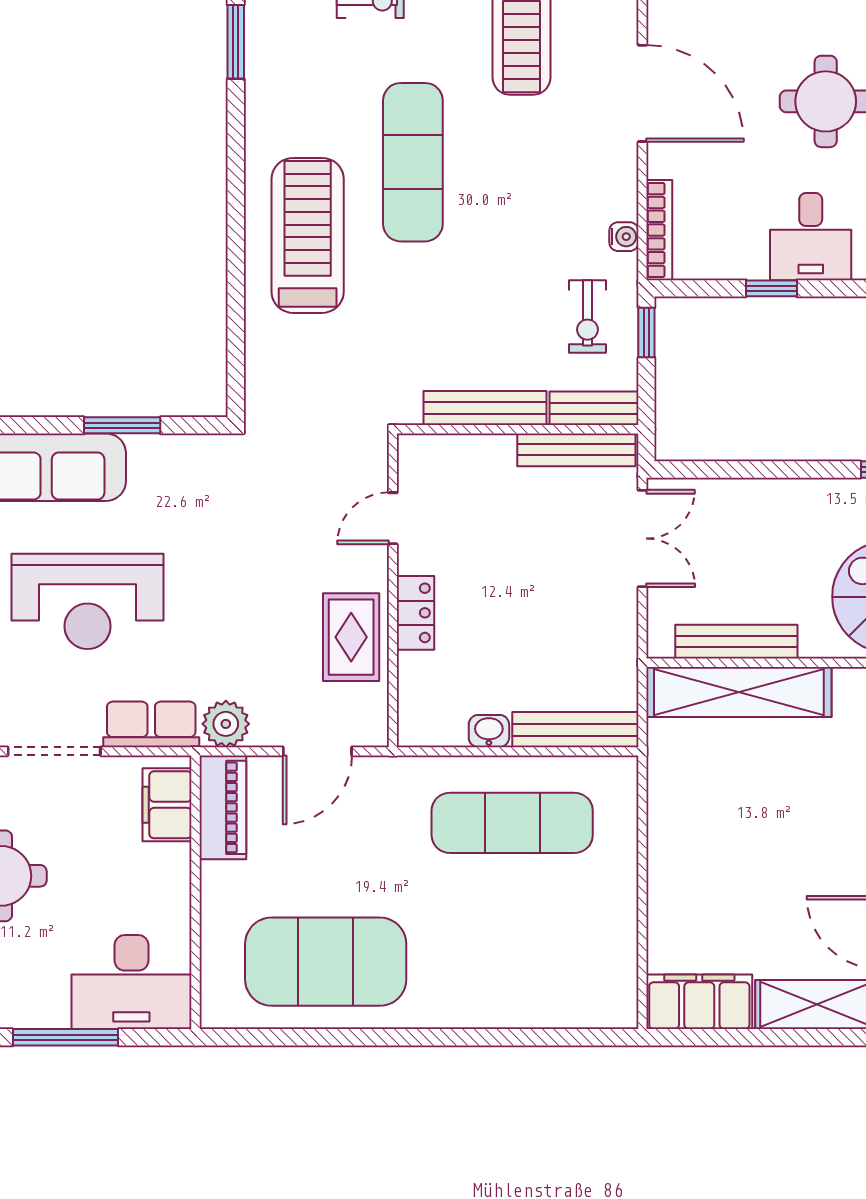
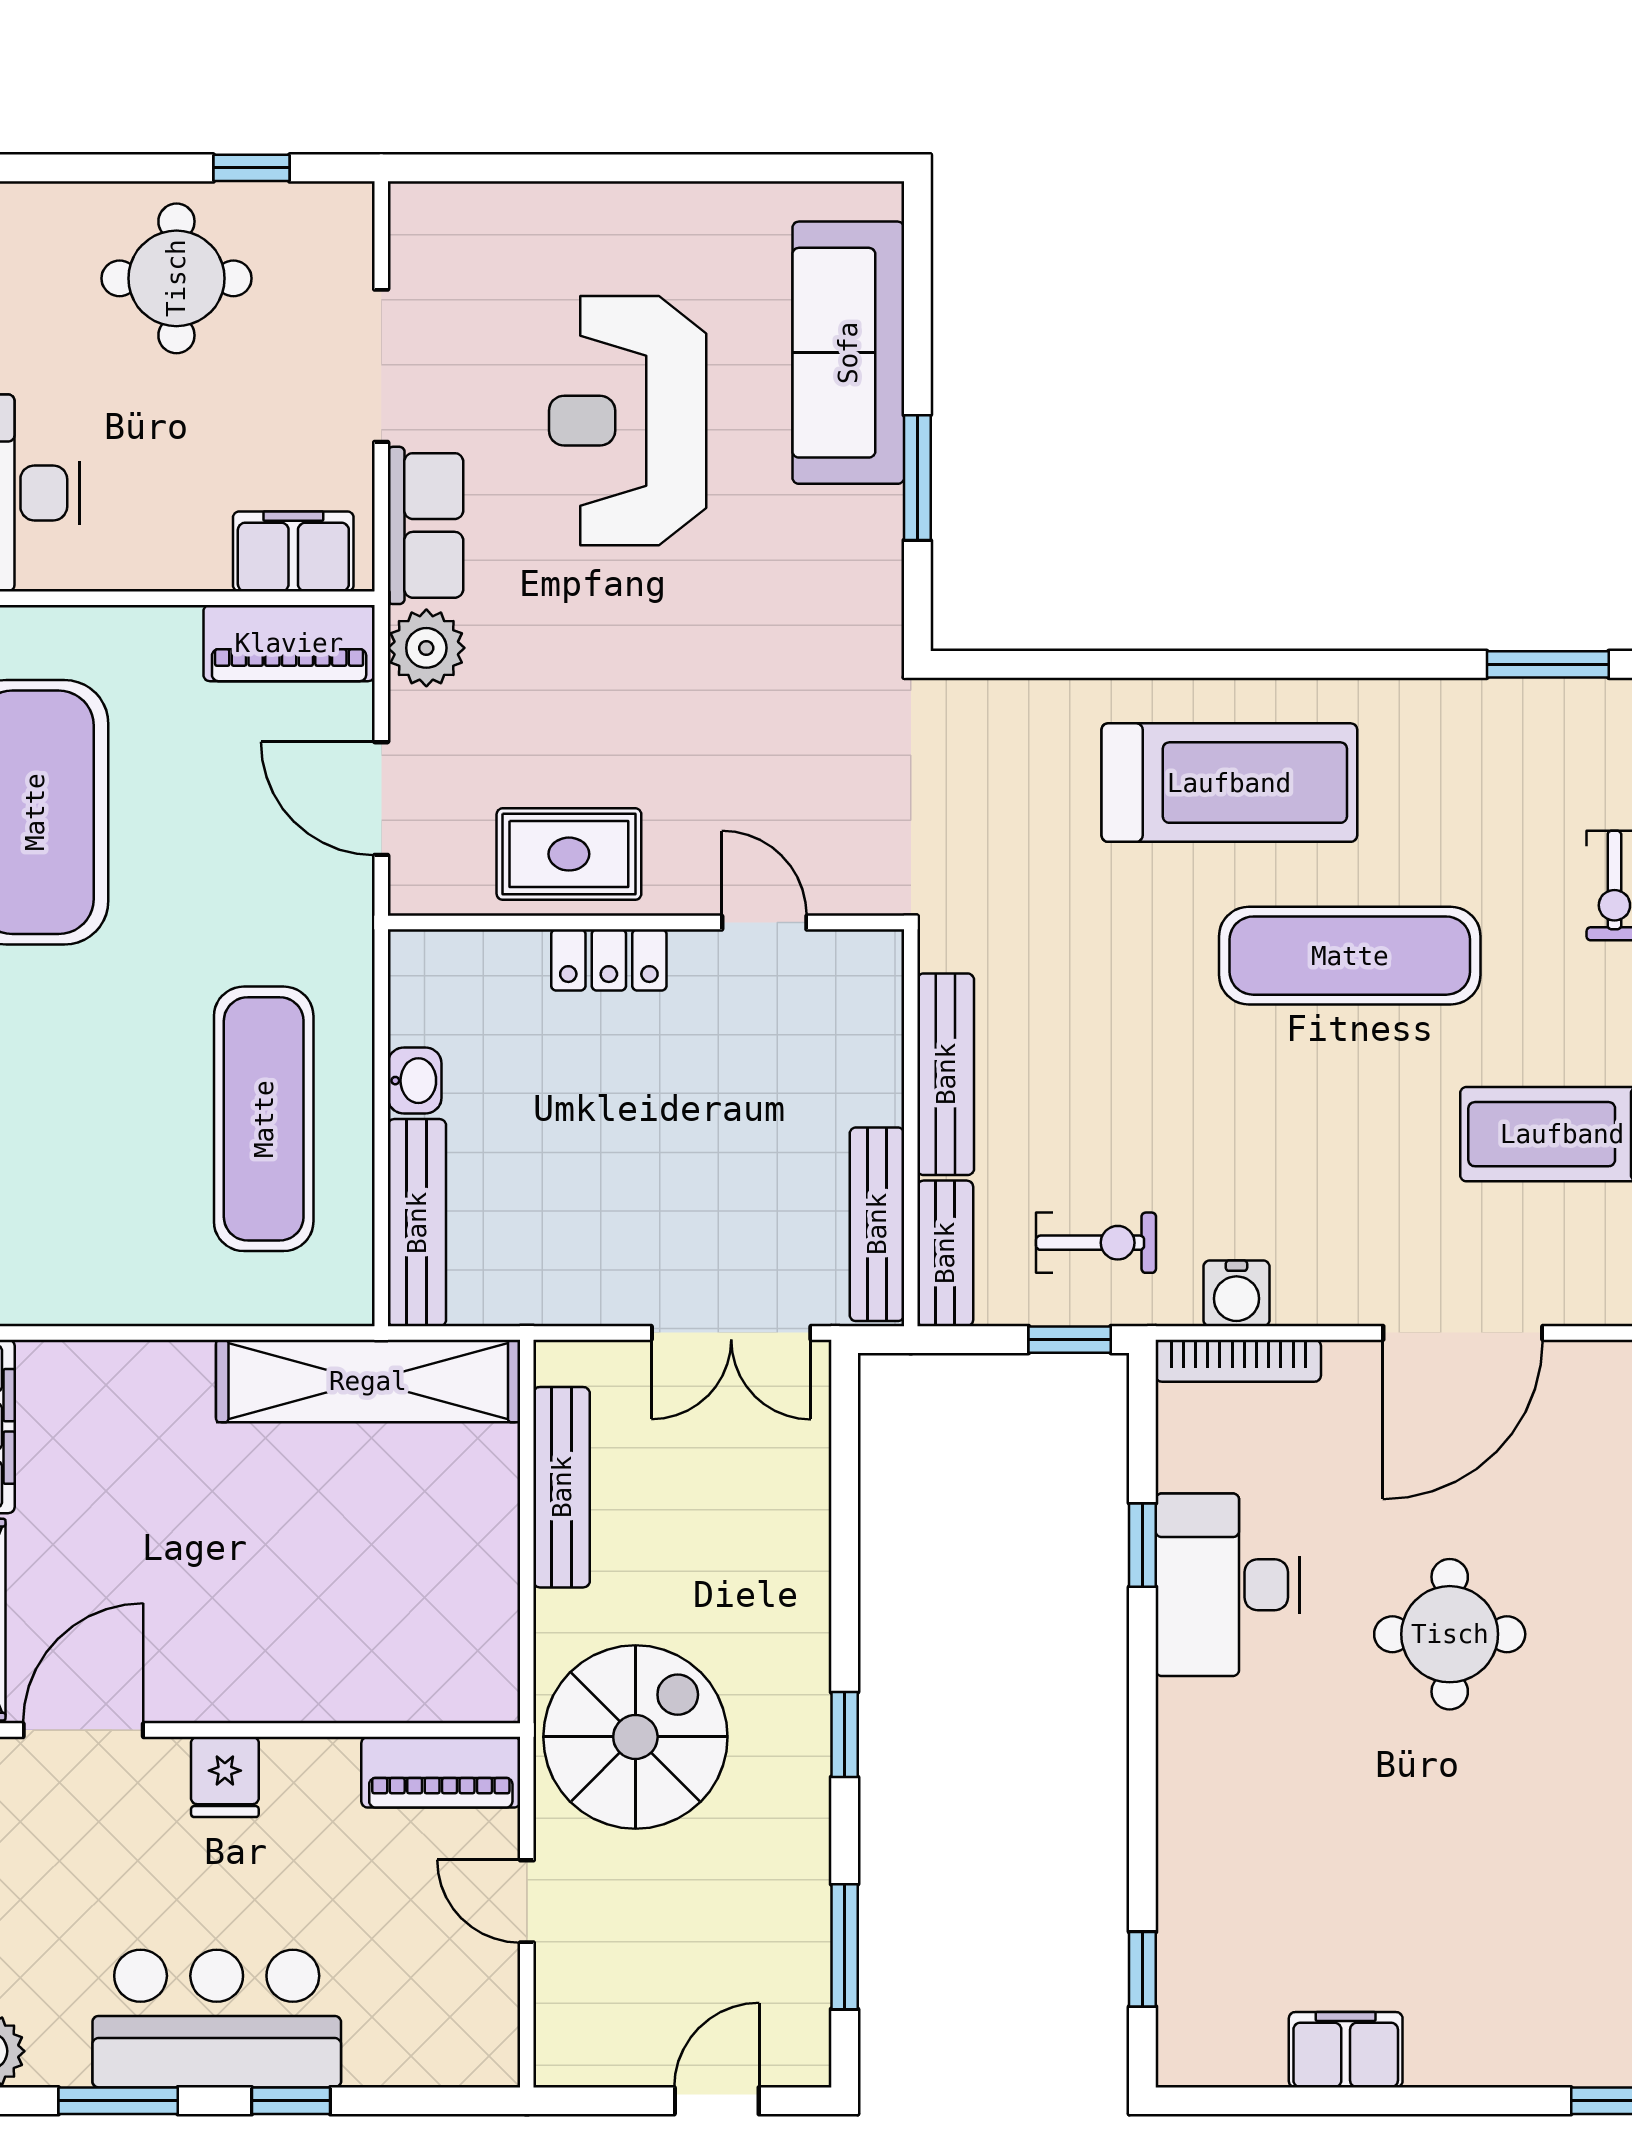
water cooler: (624, 237) -> (1236, 1293), width x1.38, depth x1.38
desk: (811, 237) -> (1227, 1585), width x1.37
exercise bike: (588, 316) -> (1096, 1243), turned 180
shelving: (739, 692) -> (368, 1381), moved, turned 90

